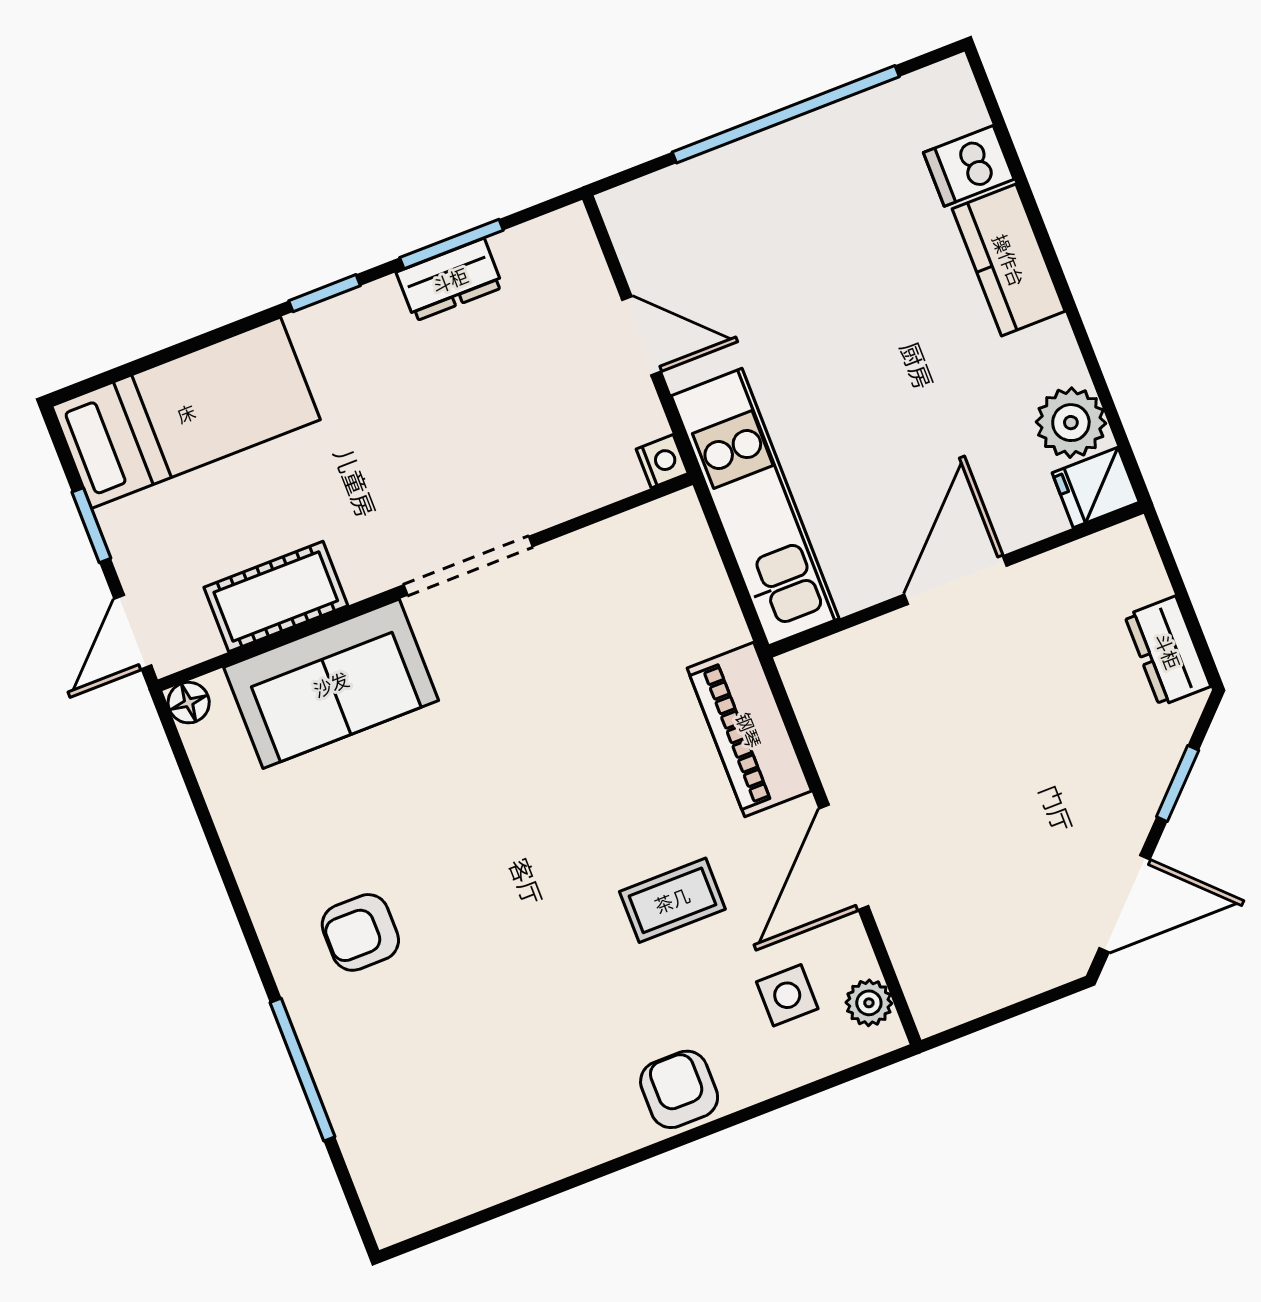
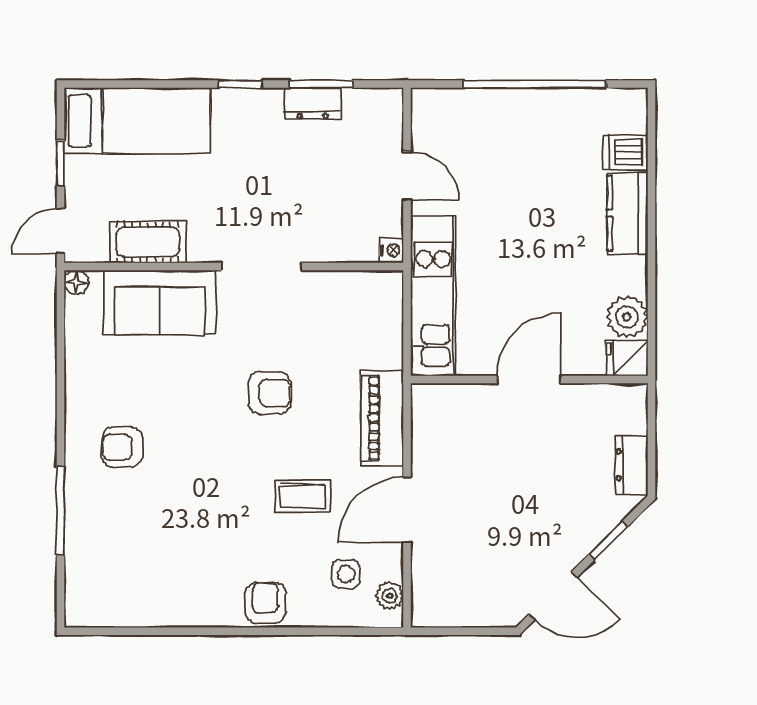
armchair: (558, 758) -> (270, 393), added

